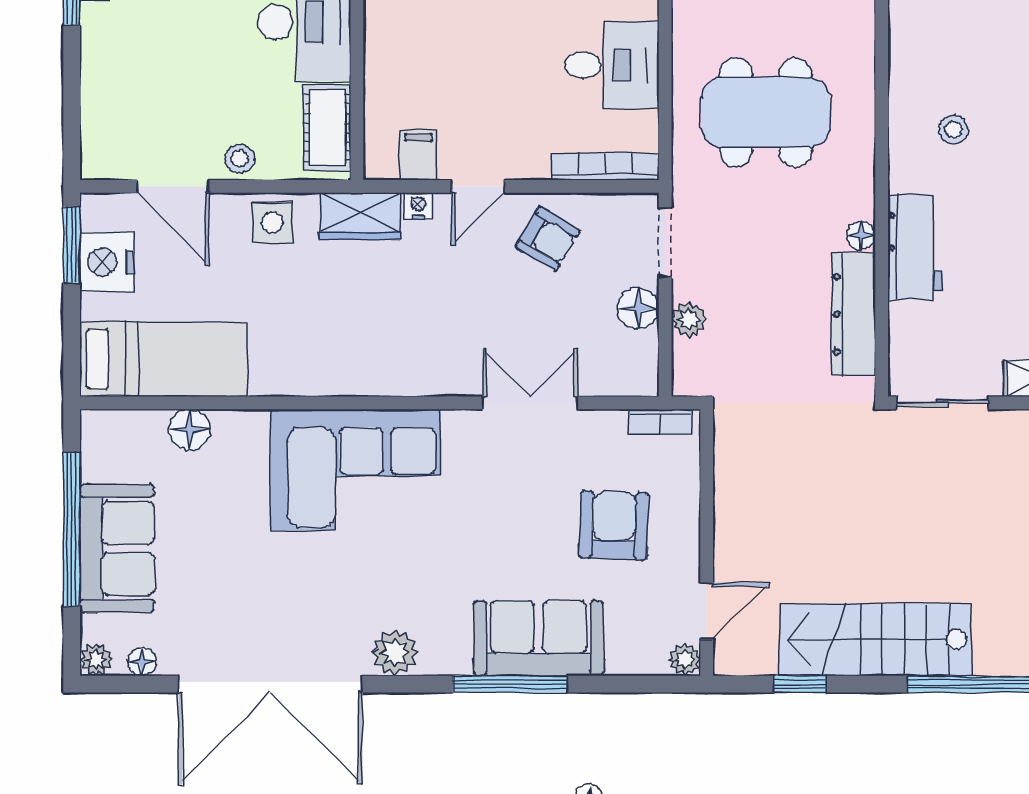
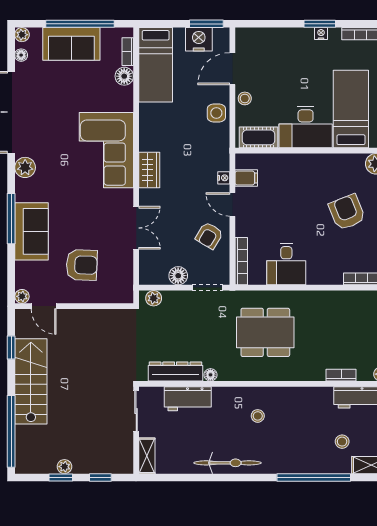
dining table: (766, 112) -> (265, 332), turned 90
wardrobe: (360, 216) -> (149, 170), moved, turned 180
workbench: (915, 247) -> (188, 399), moved
plant: (689, 320) -> (154, 298), moved
bookcase: (660, 422) -> (128, 52), moved

